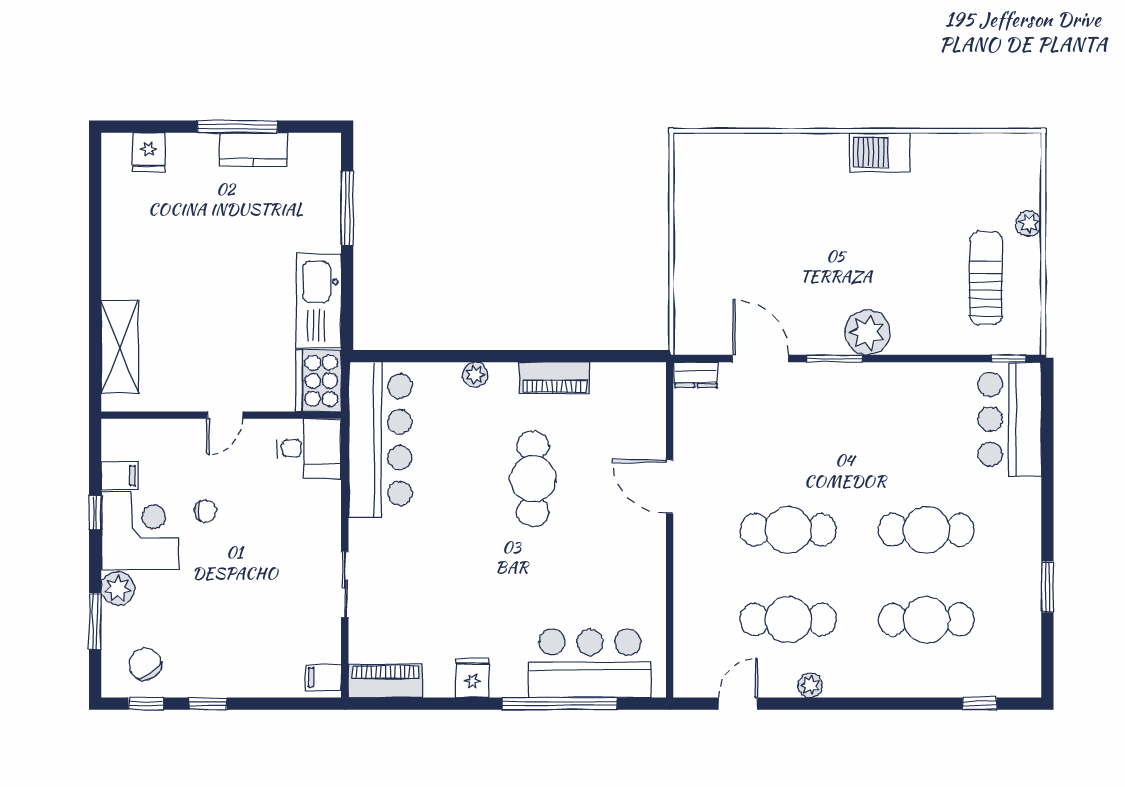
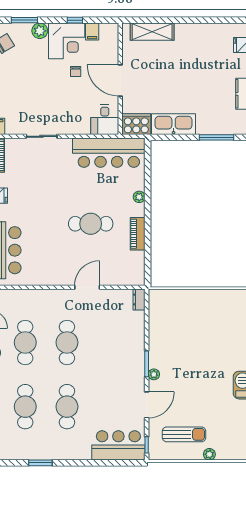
plant: (867, 332) -> (154, 374), width x0.53, depth x0.53
door: (761, 358) -> (147, 405), moved
door: (225, 415) -> (120, 80), width x1.88

